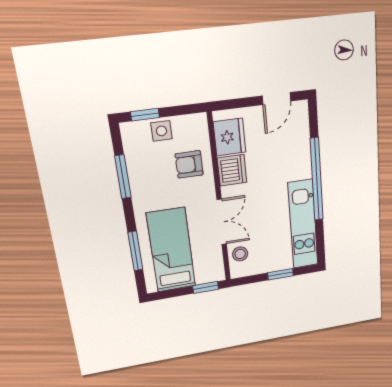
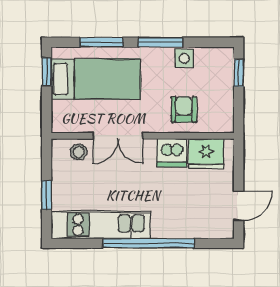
door: (276, 98) -> (239, 206), swing flipped
side table: (161, 131) -> (184, 58), moved
window: (123, 177) -> (160, 42), moved
window: (206, 287) -> (47, 72), moved

